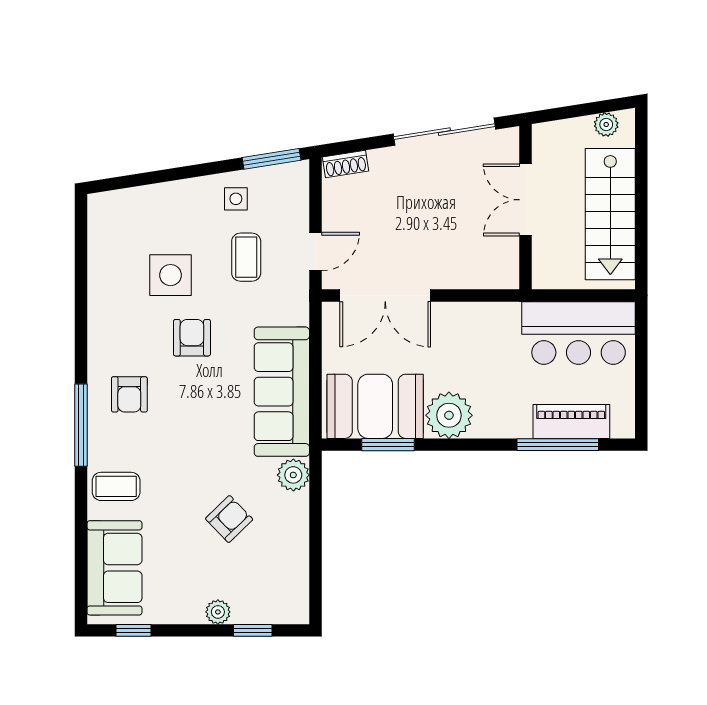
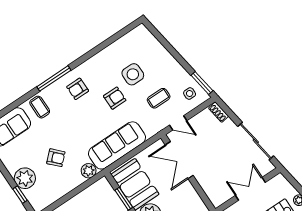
side table: (236, 199) -> (190, 93), moved
plant: (218, 612) -> (25, 178), width x1.88, depth x1.88

